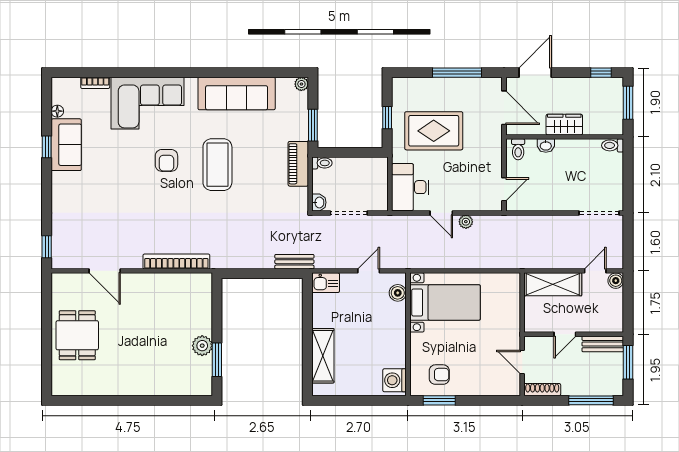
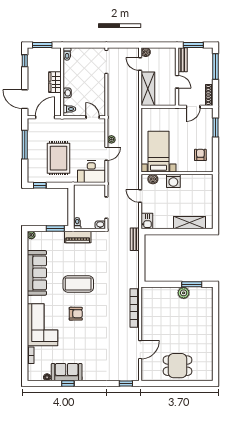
window: (387, 118) -> (40, 185), moved
washing machine: (395, 380) -> (173, 181), moved
window: (439, 400) -> (215, 128), moved

